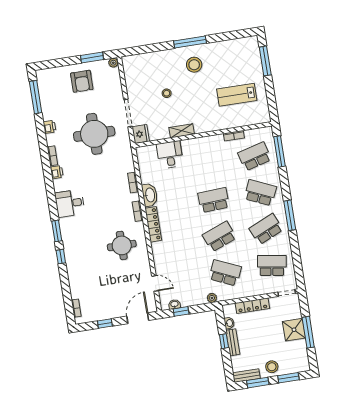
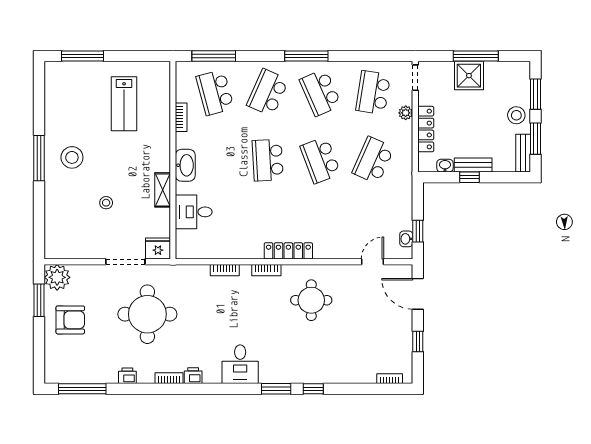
plant: (113, 63) -> (57, 277), width x1.87, depth x1.87
washbasin: (150, 195) -> (185, 165), moved, turned 90
plant: (212, 298) -> (406, 113), moved

